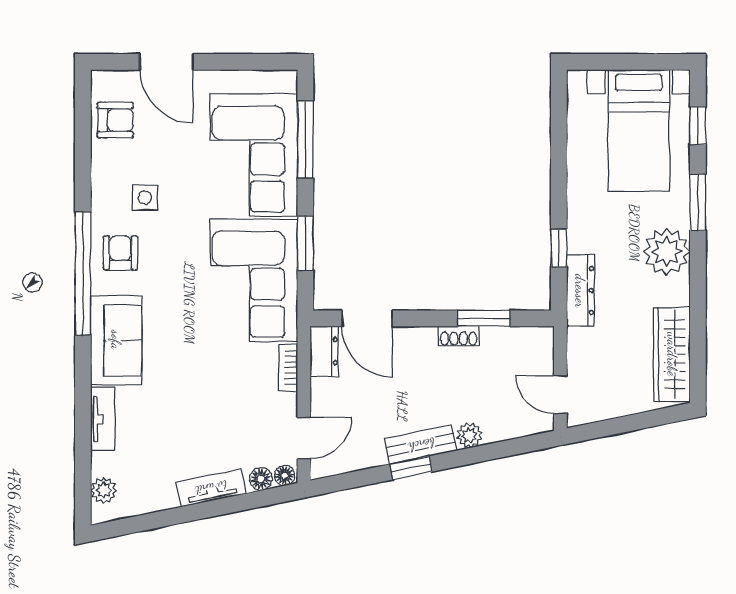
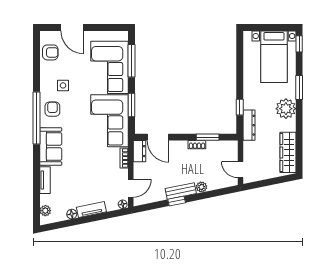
window: (698, 126) -> (299, 44), moved
floor lamp: (261, 479) -> (72, 214), moved

